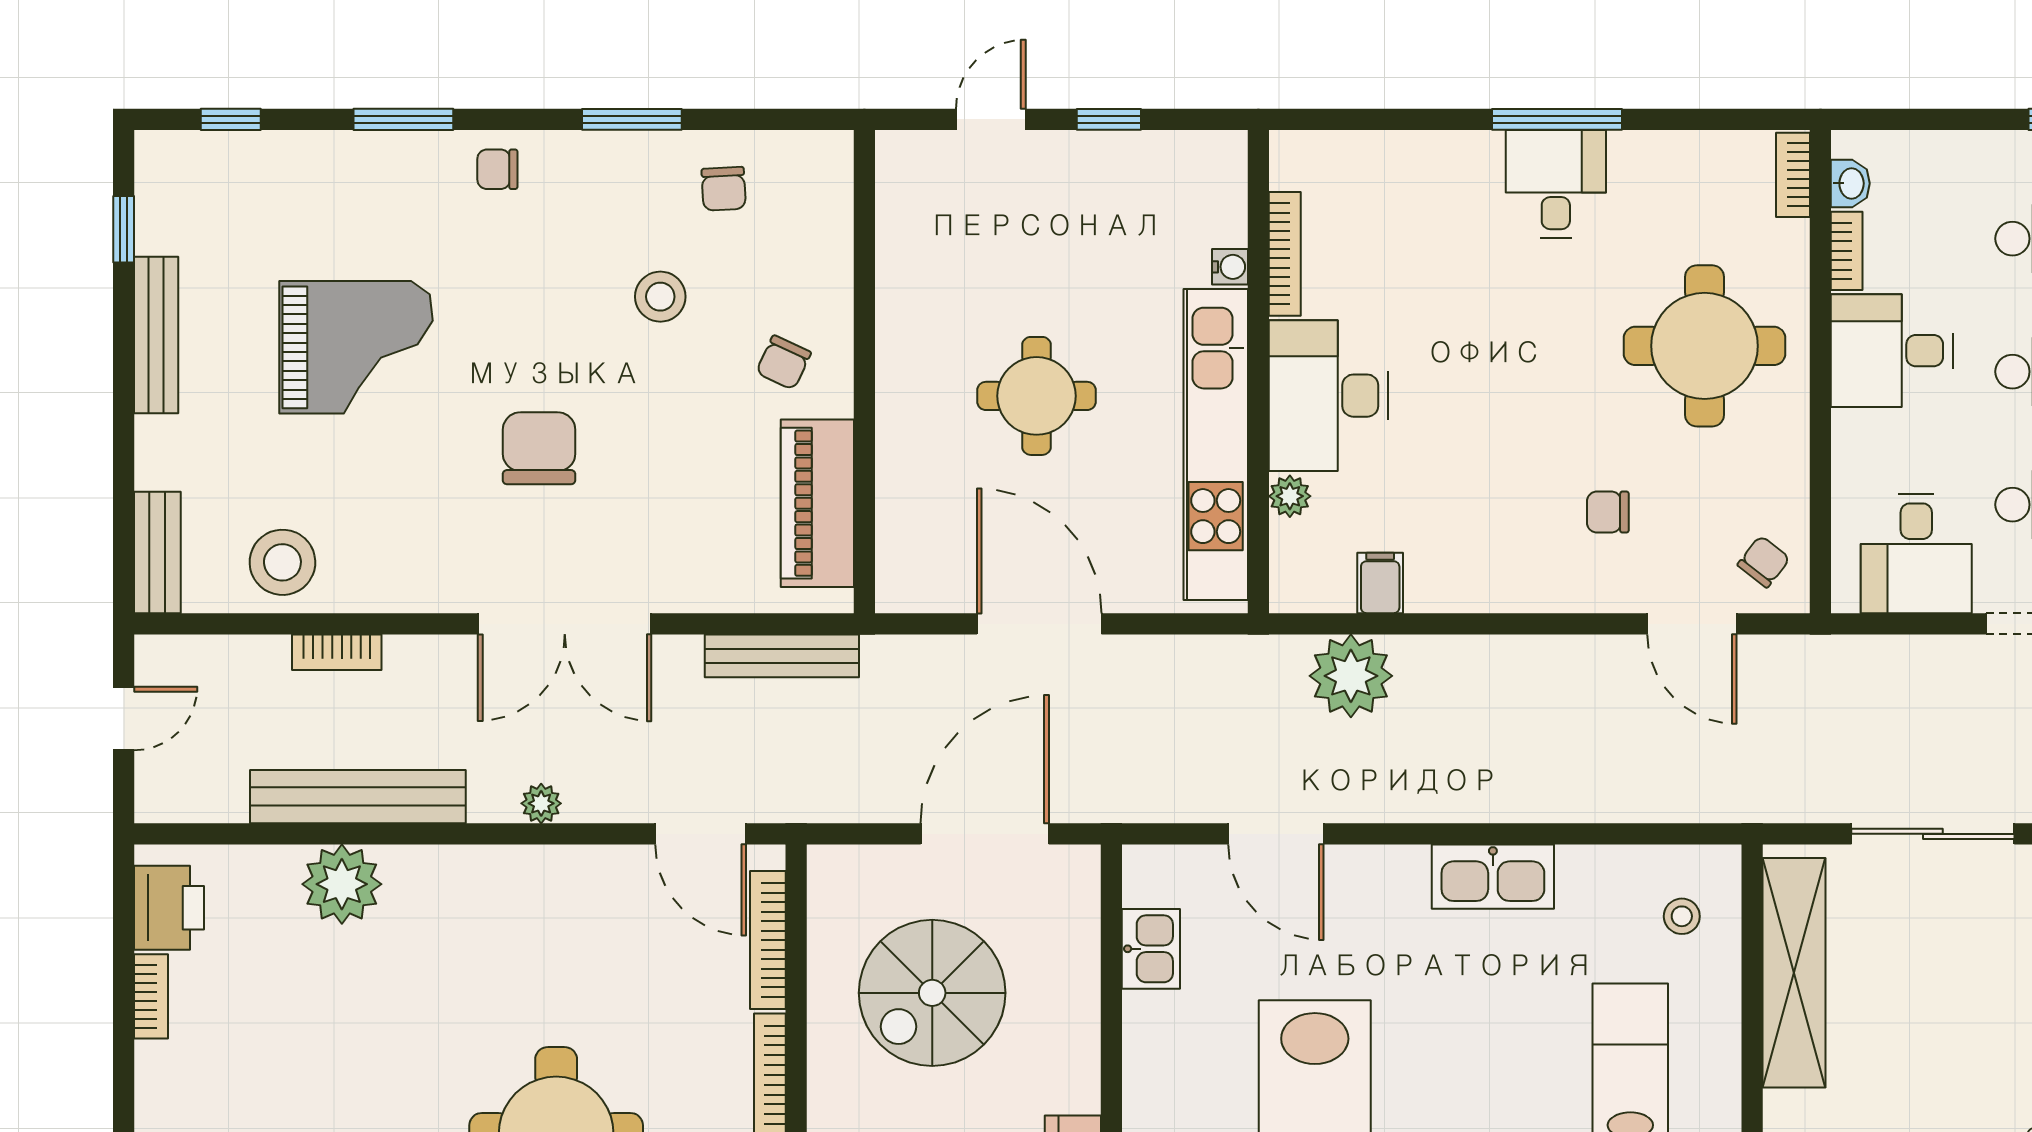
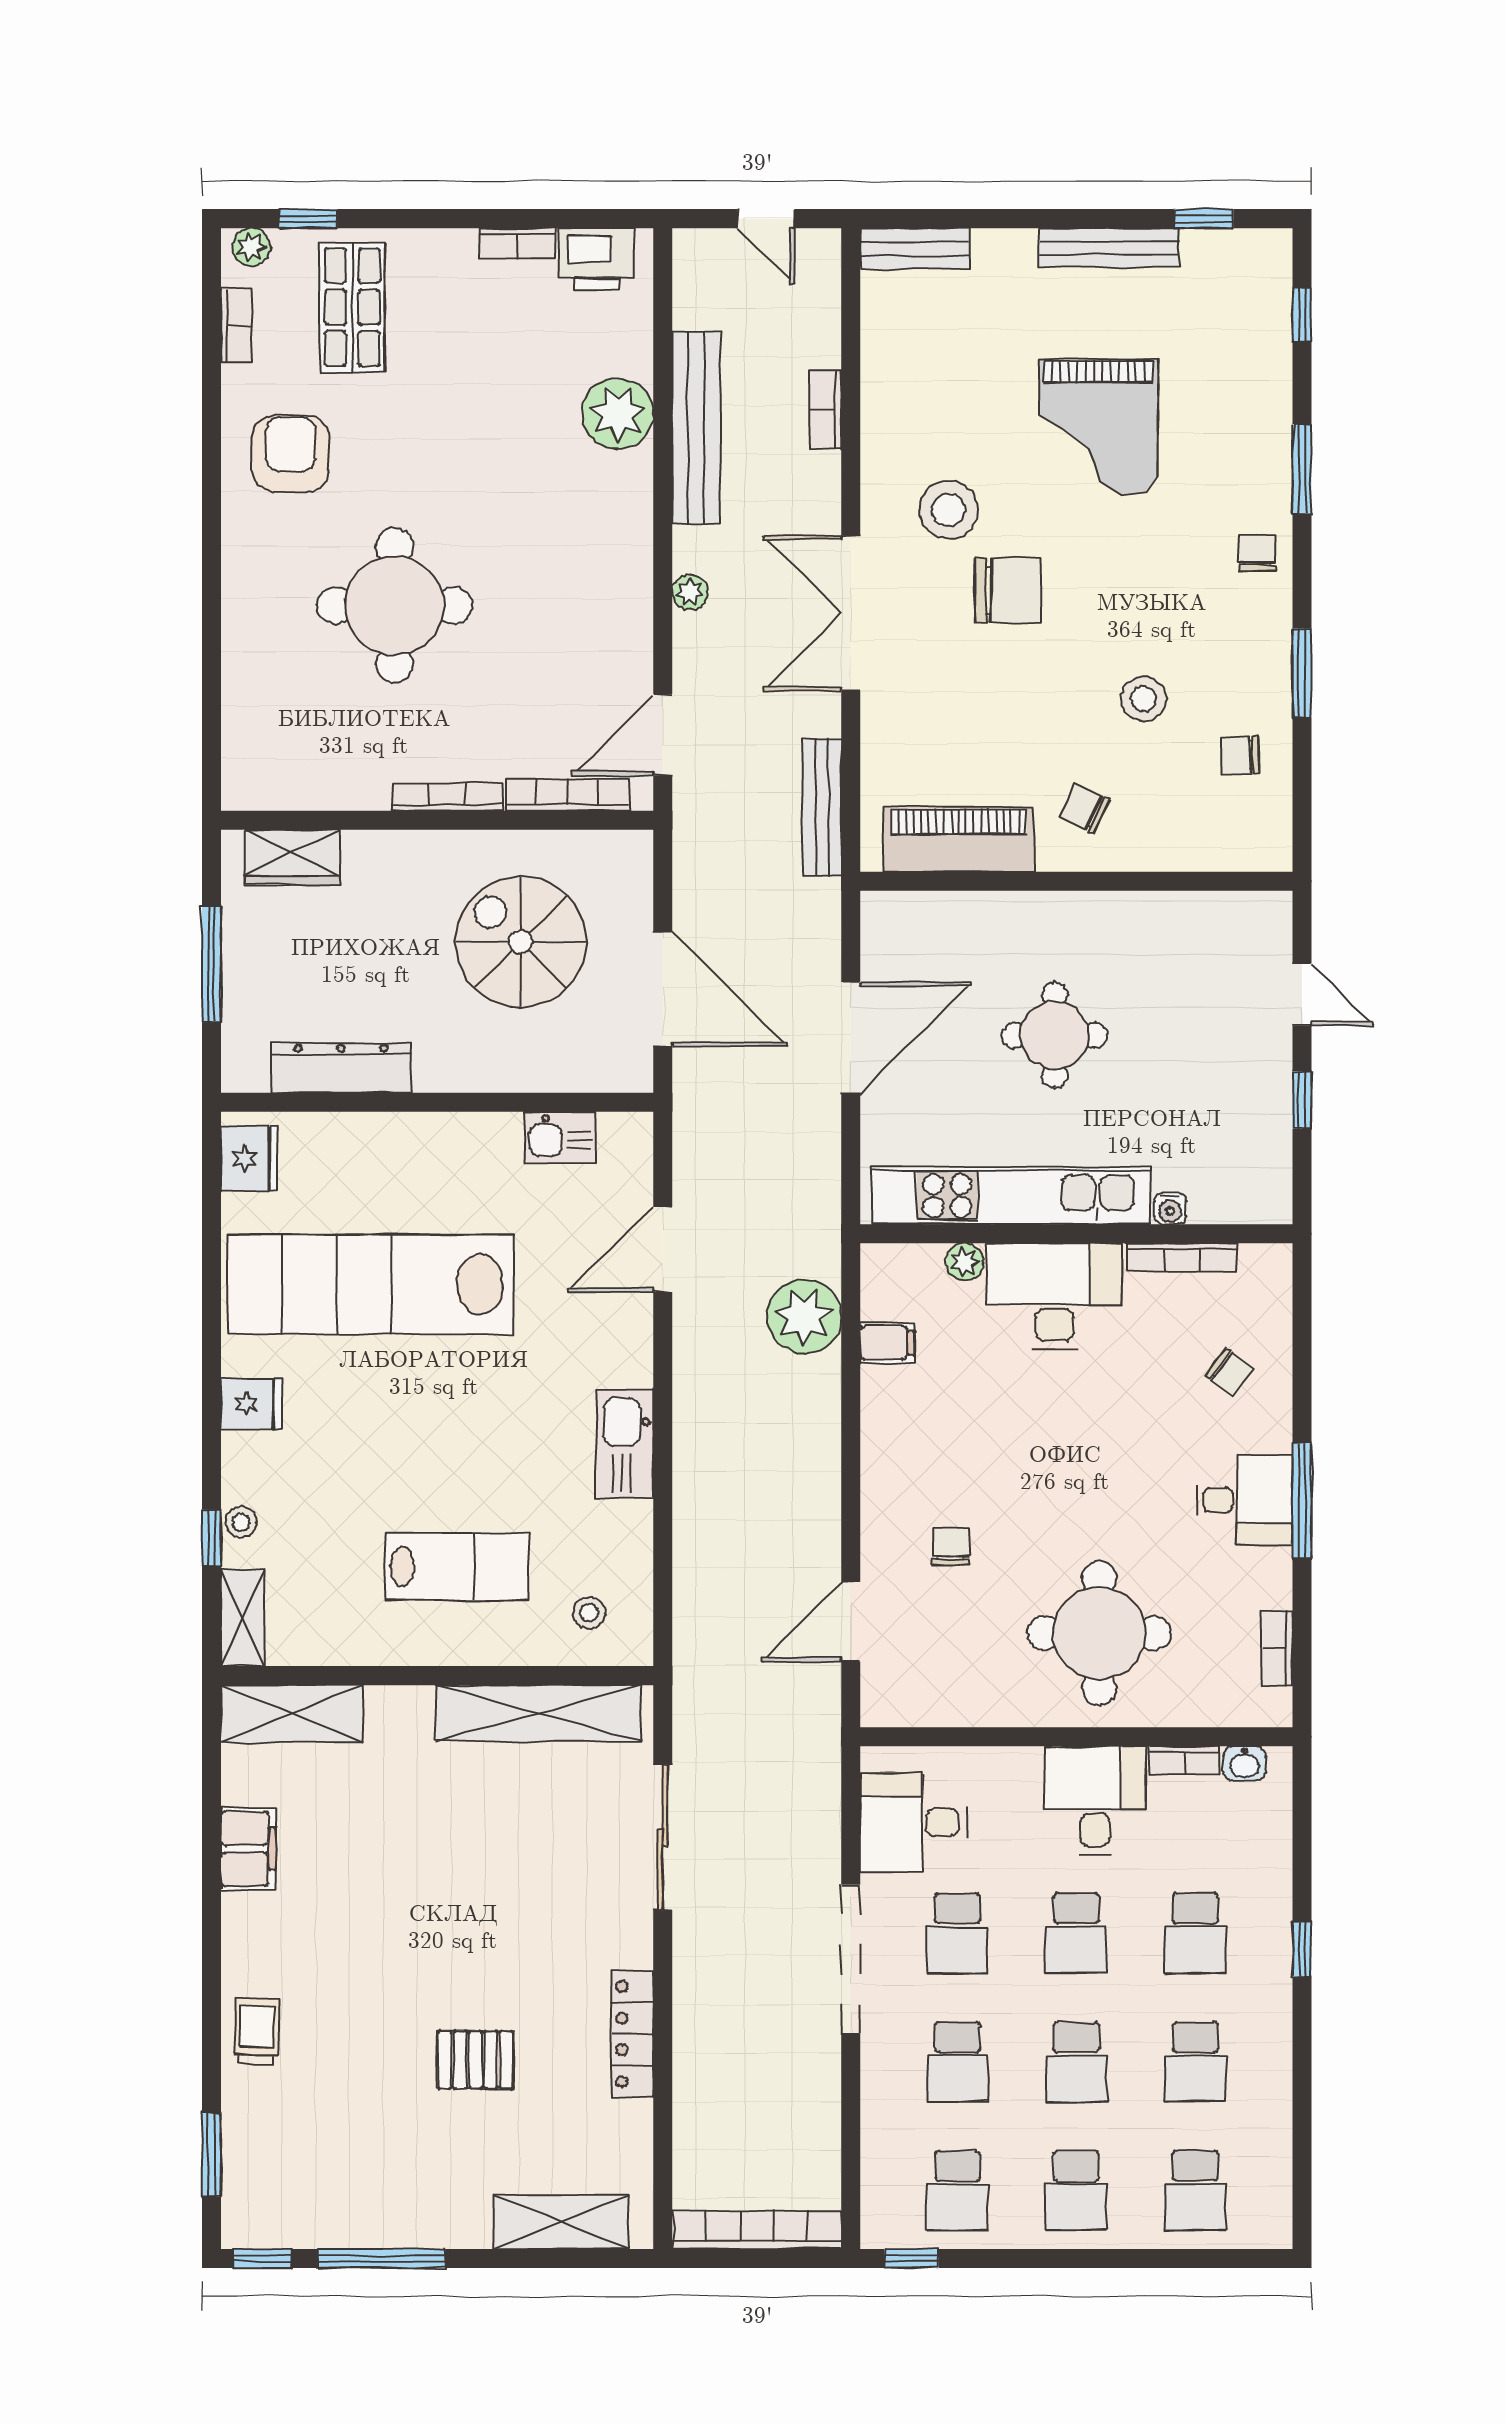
bookcase: (1793, 175) -> (1277, 1648), moved, turned -90
stool: (282, 562) -> (949, 510), moved
chair: (1764, 562) -> (1230, 1372), moved

